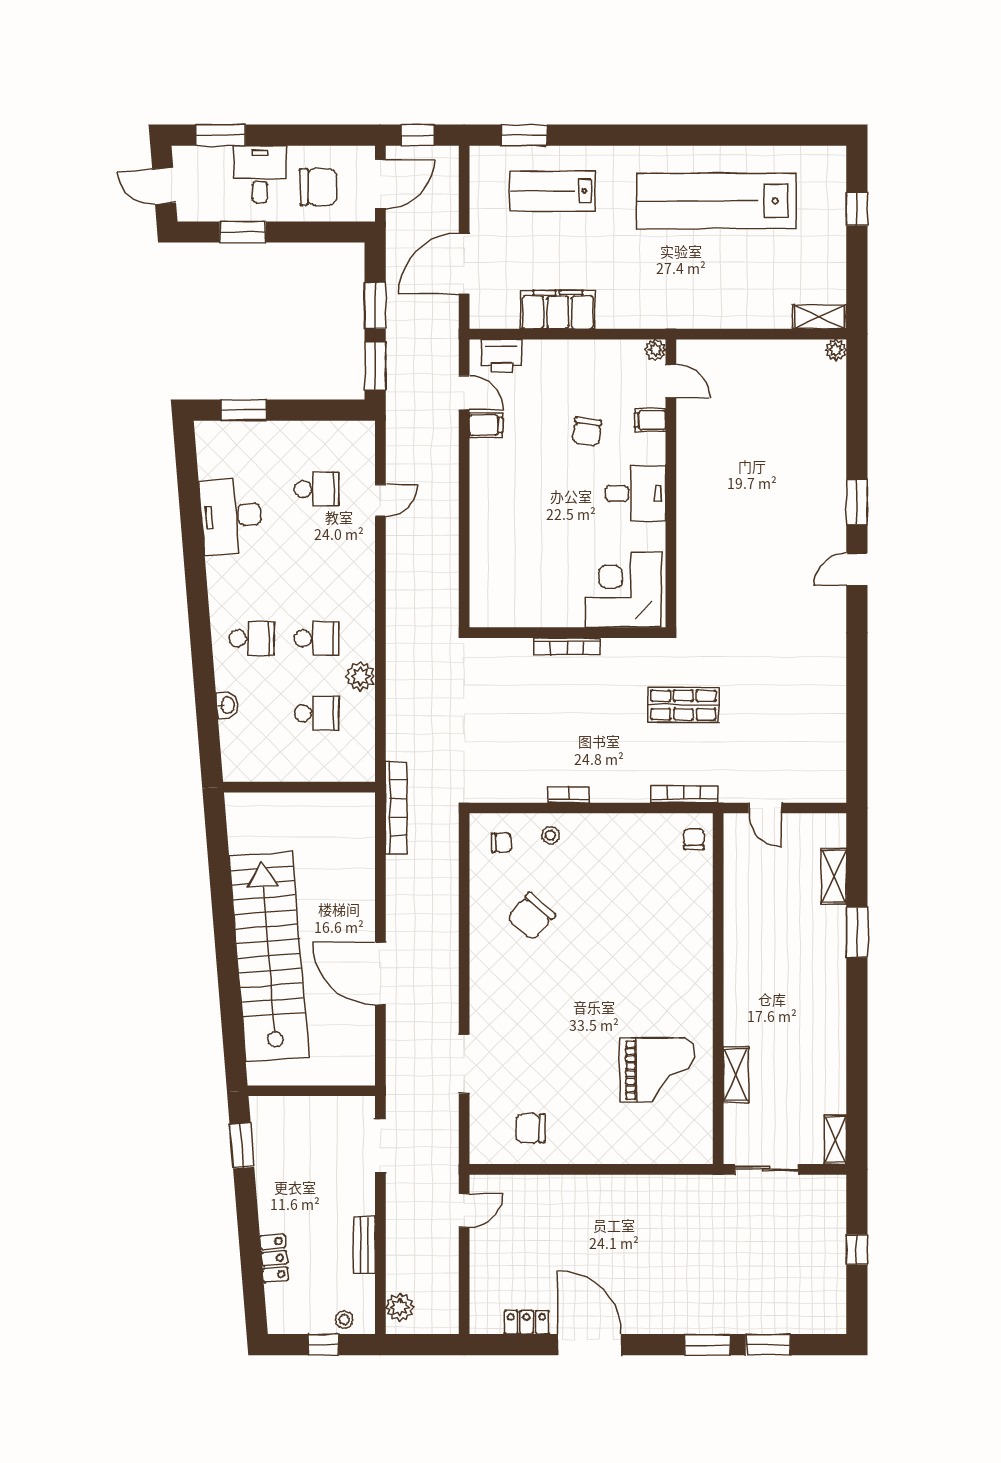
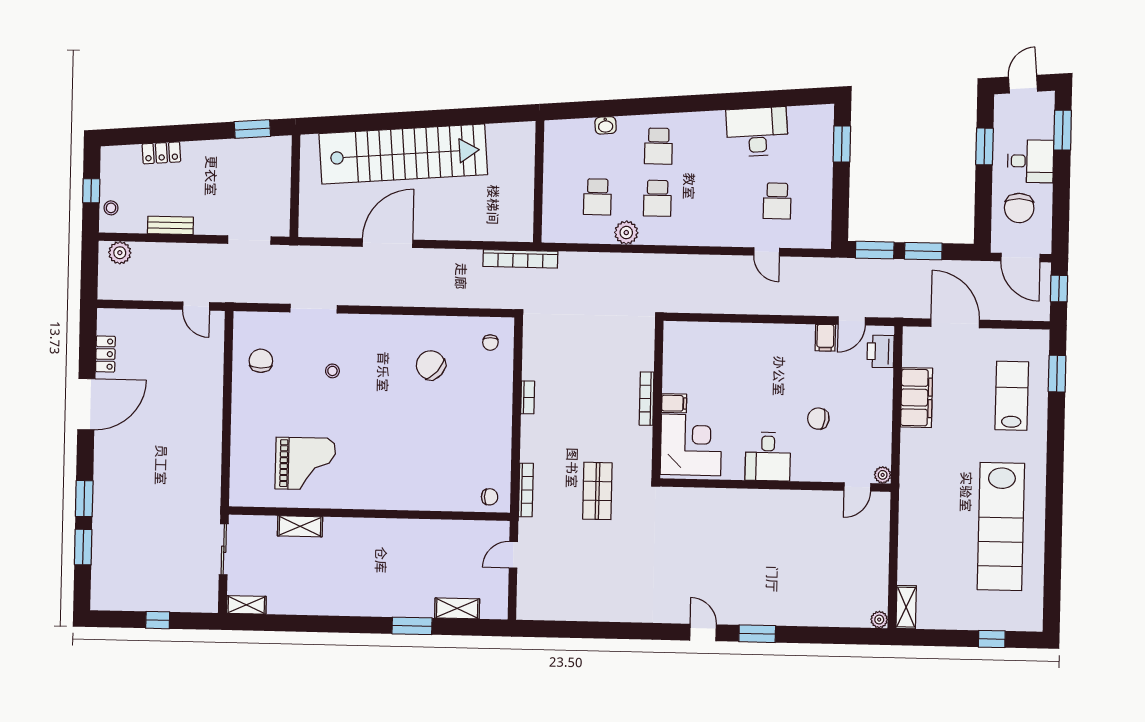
lab bench: (716, 201) -> (1001, 527), turned 180
filing cabinet: (650, 420) -> (674, 403), moved, turned 90
stool: (550, 835) -> (332, 371), moved
grand piano: (658, 1070) -> (305, 464), turned -90

